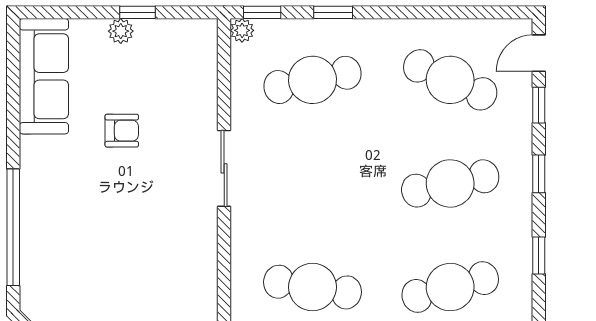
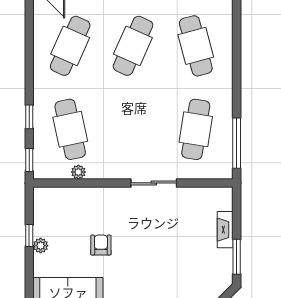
plant: (242, 30) -> (78, 172), moved
sliding door: (224, 168) -> (154, 183), moved
cafe table: (450, 183) -> (133, 46), turned 36

